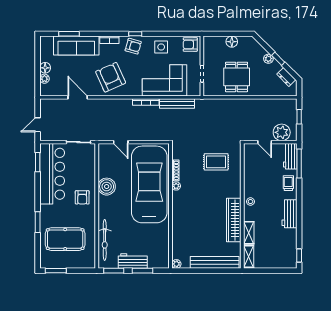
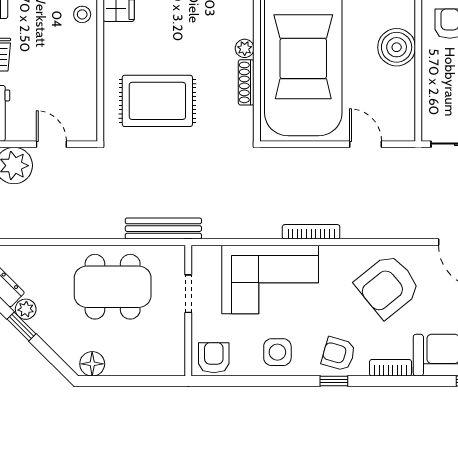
floor lamp: (232, 42) -> (92, 364), moved
armchair: (190, 44) -> (214, 358), turned -90
plant: (268, 59) -> (26, 309), moved
armchair: (111, 77) -> (388, 286), turned 75
dining table: (237, 77) -> (113, 287), width x1.37
bench: (177, 104) -> (163, 229), moved
rug: (216, 162) -> (157, 101), width x1.36, depth x1.43

